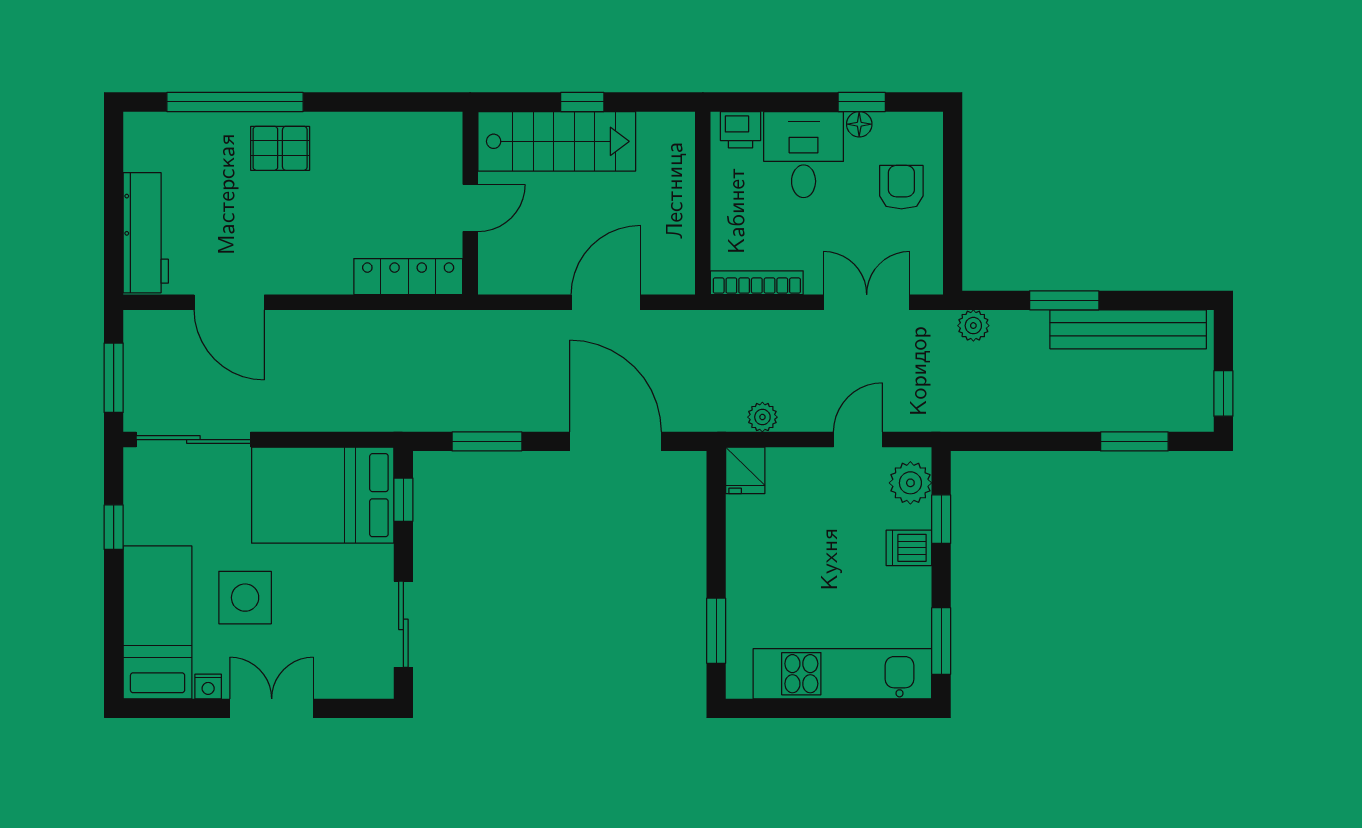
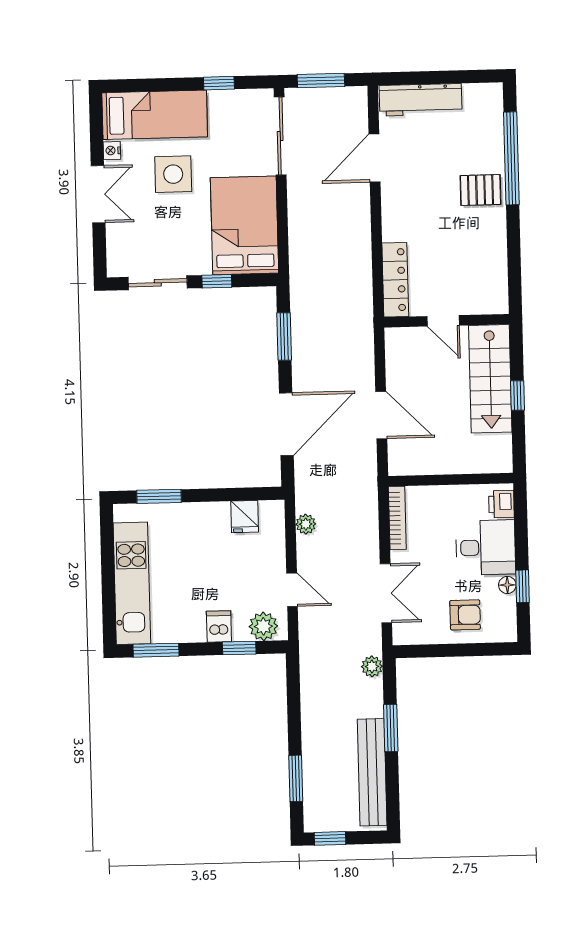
pallet: (280, 148) -> (481, 190), turned 90
fridge: (745, 470) -> (245, 517), moved, turned -90
window: (403, 500) -> (217, 281), moved

